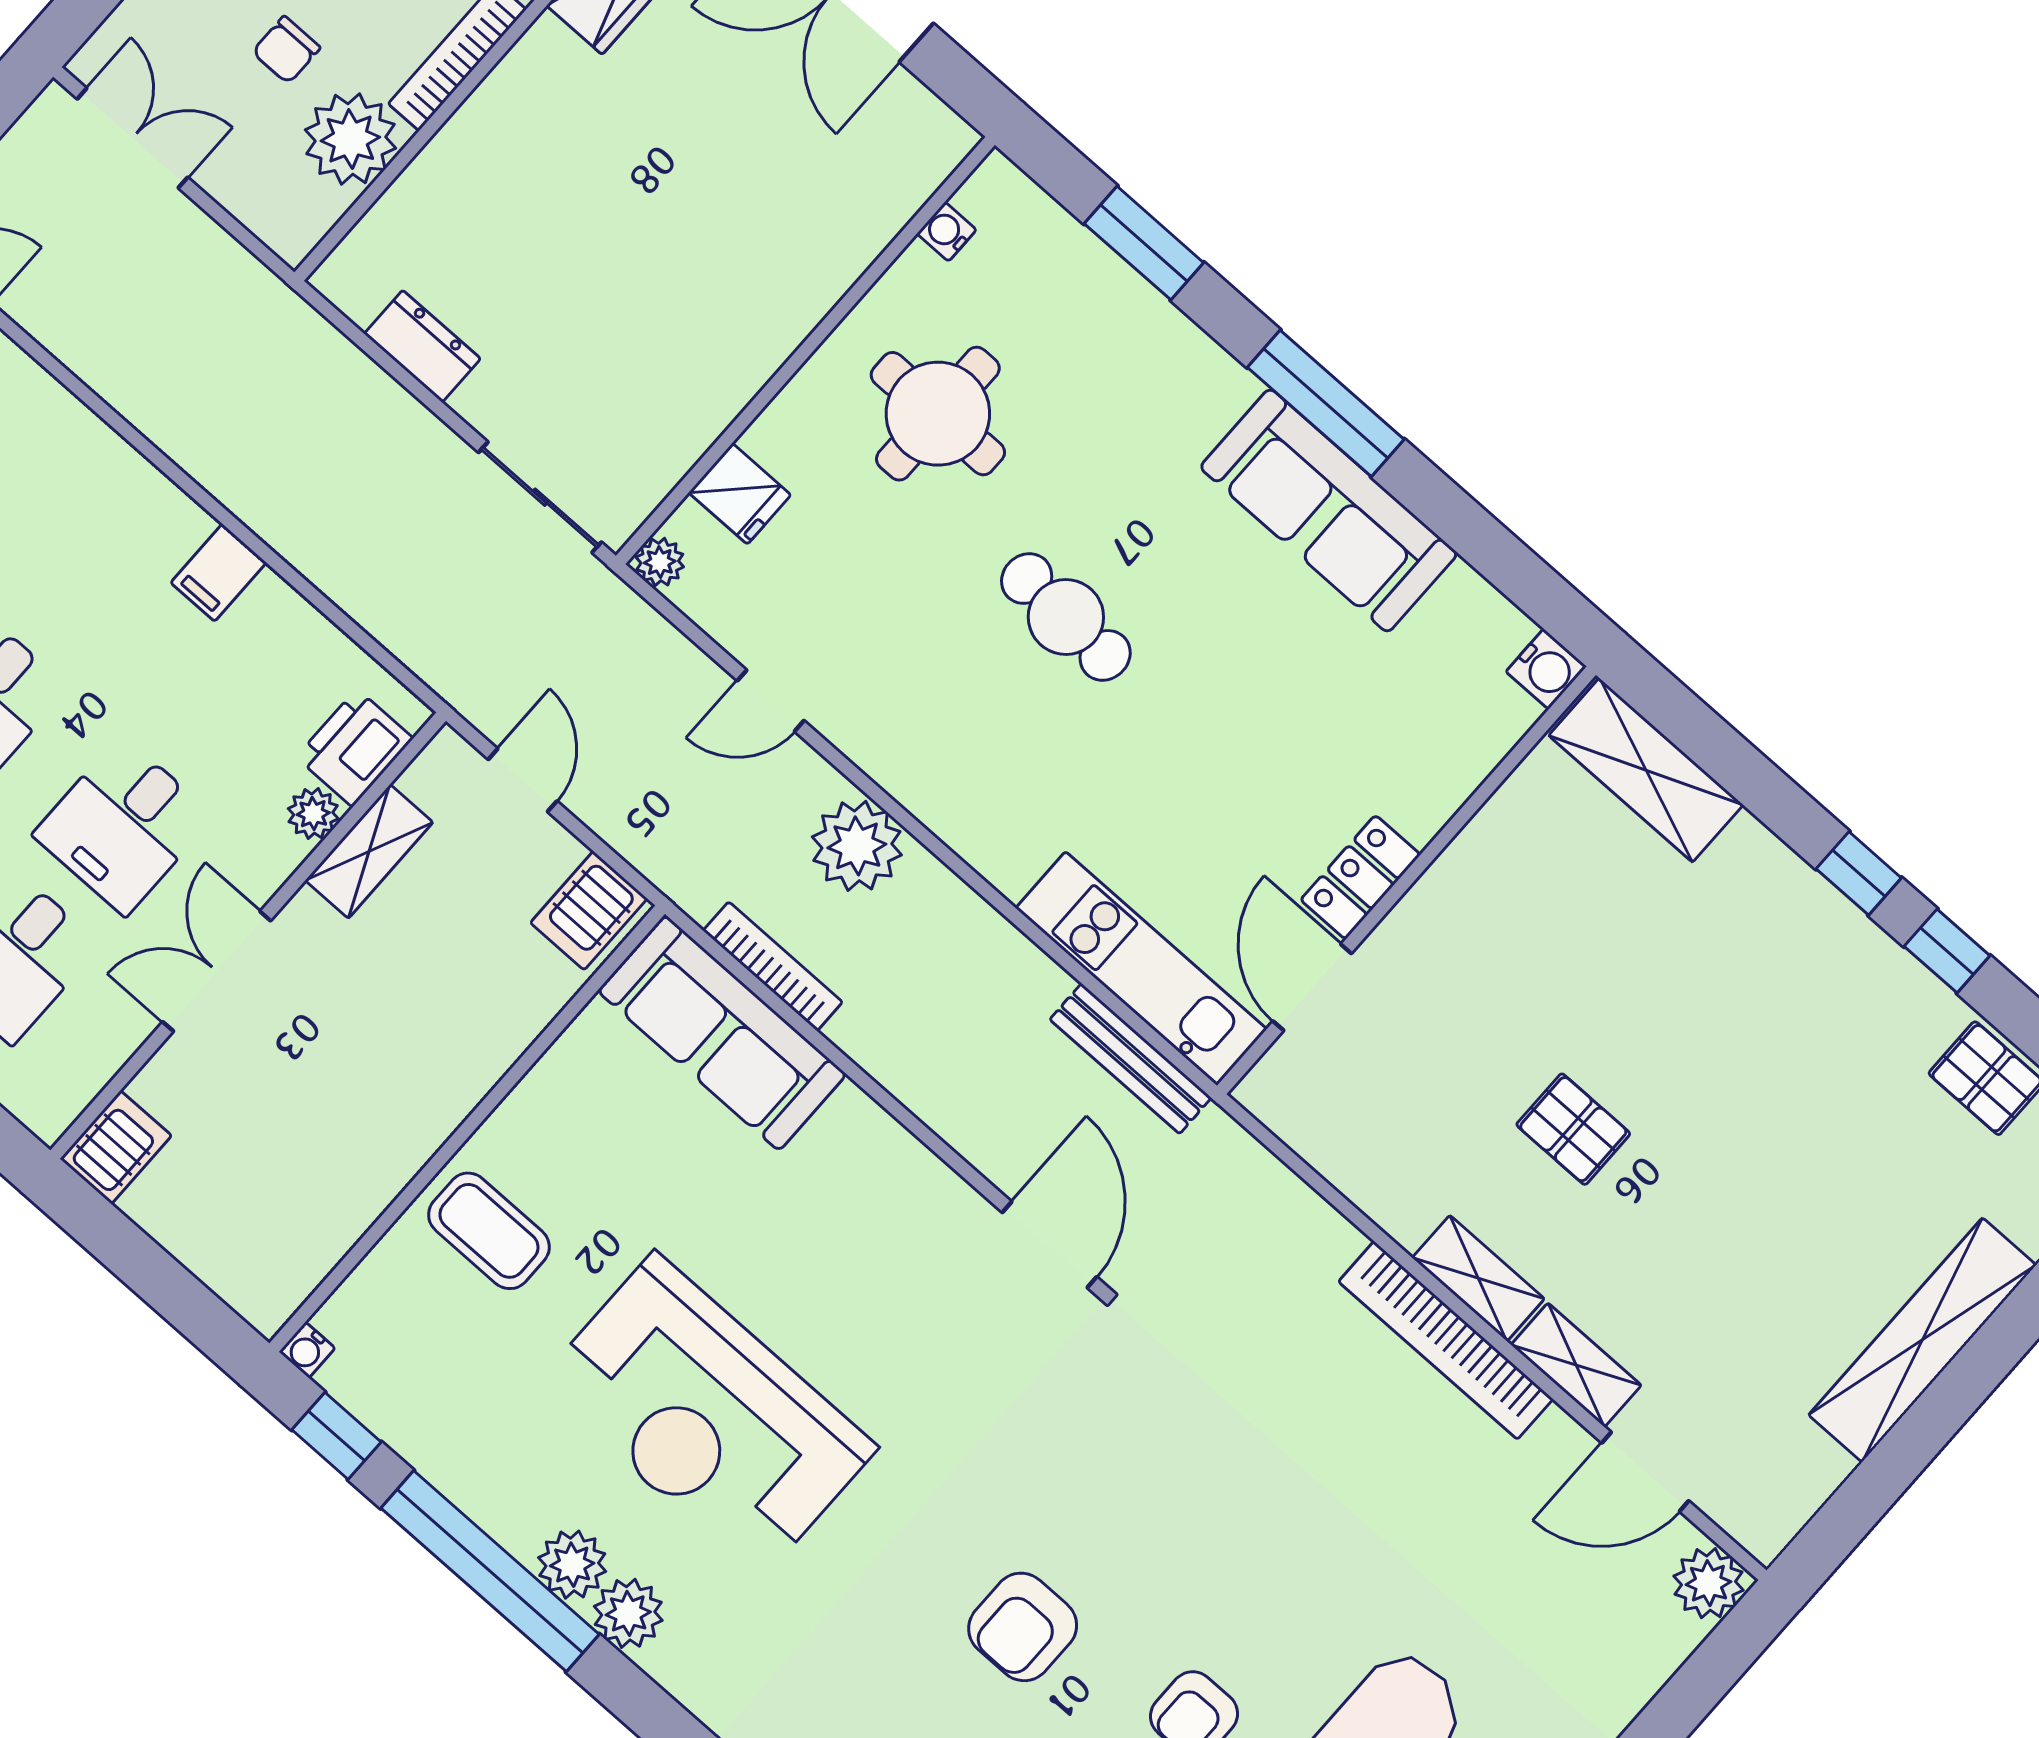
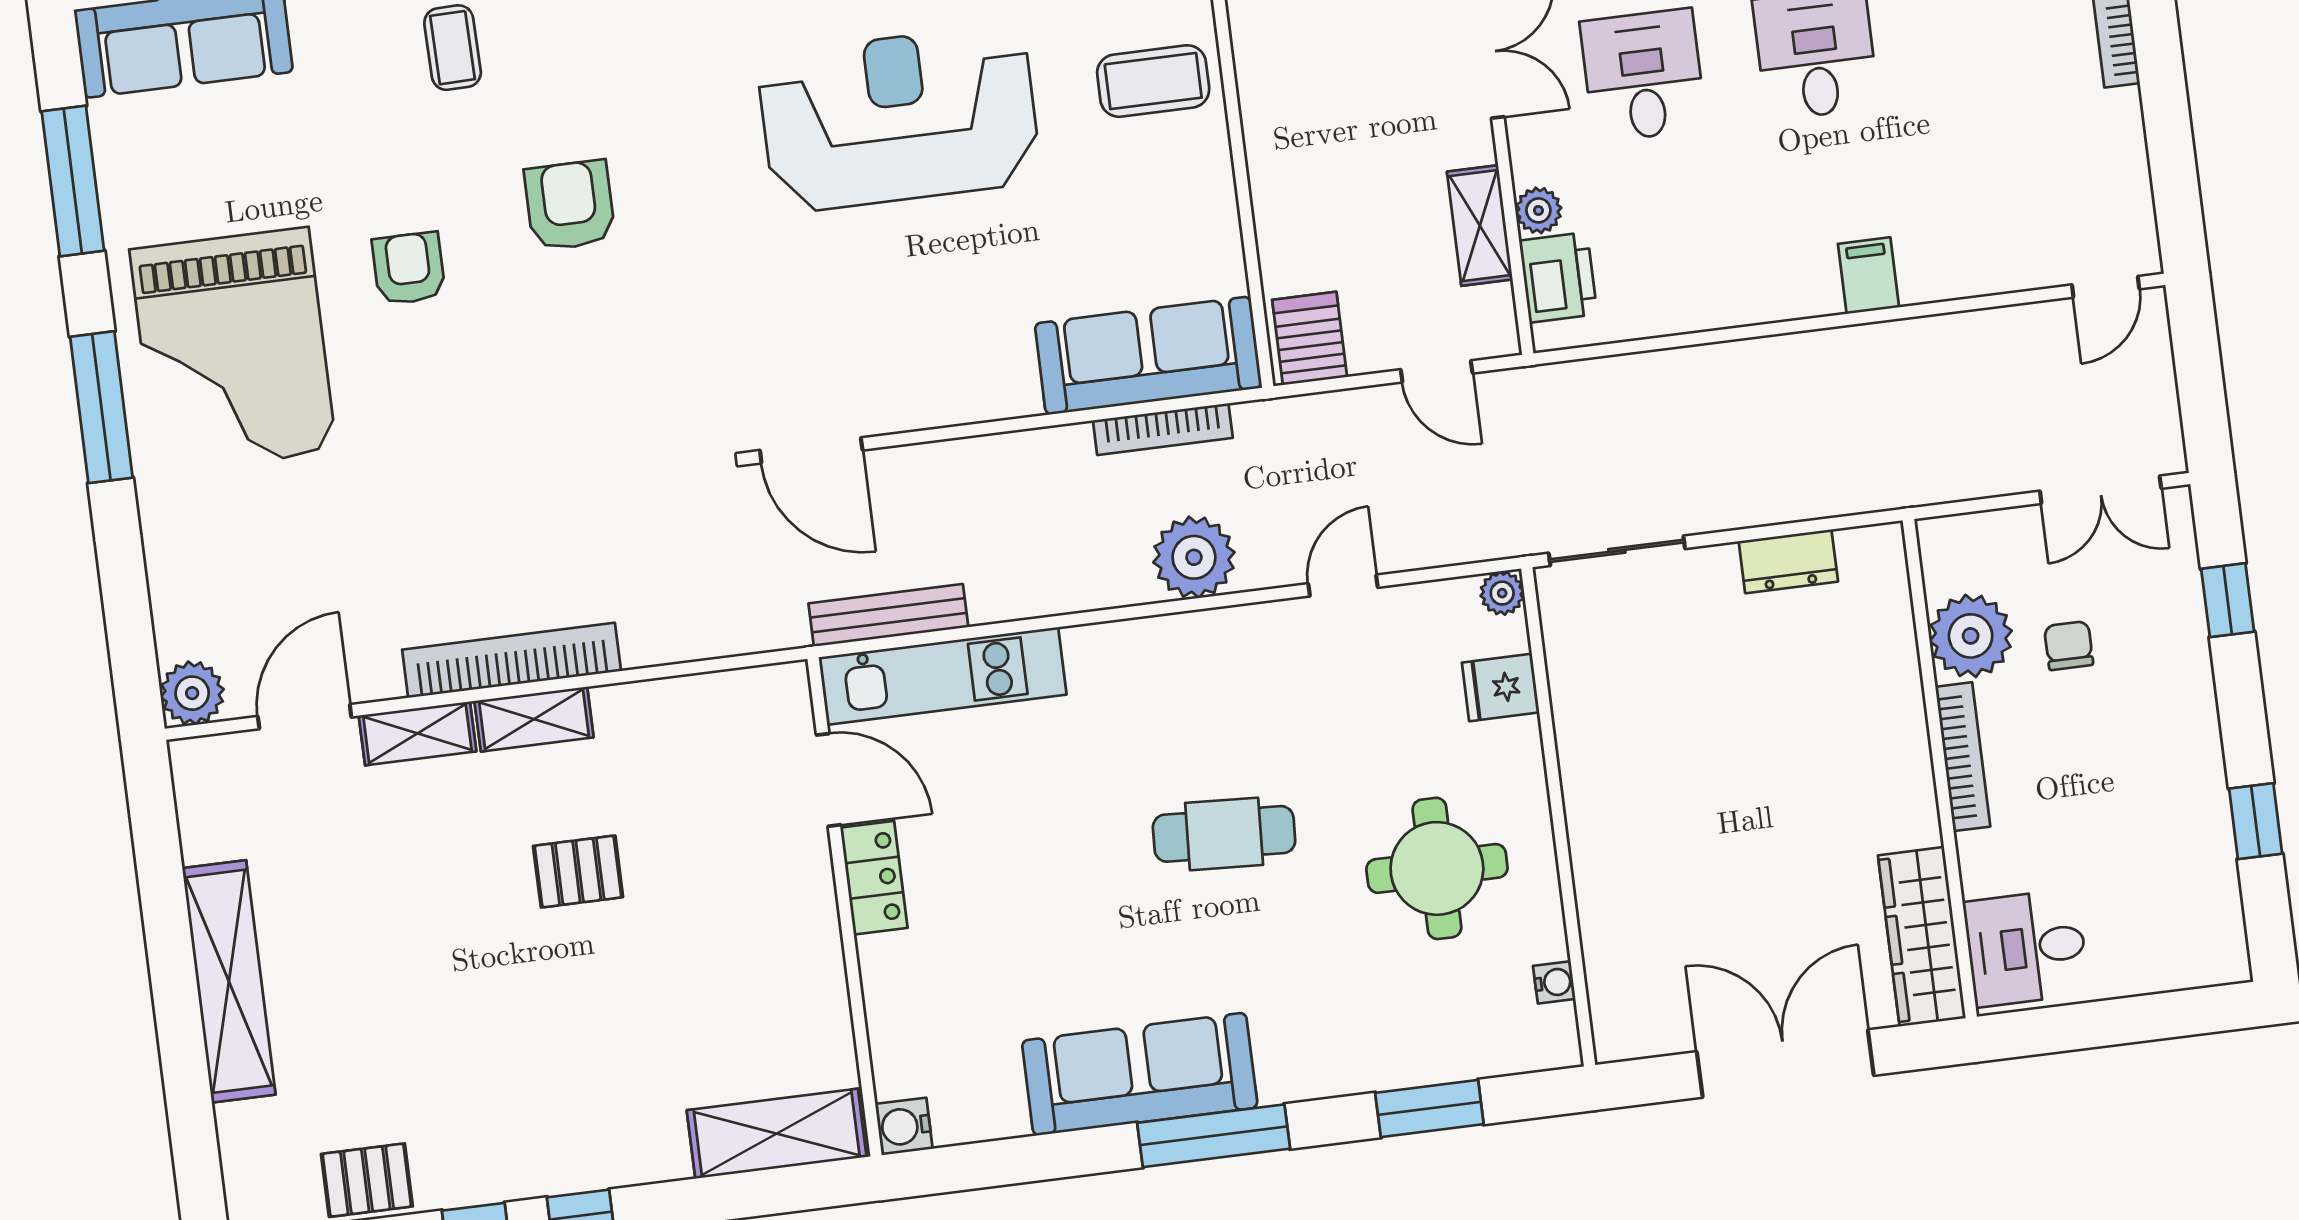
filing cabinet: (219, 573) -> (1868, 276), moved

